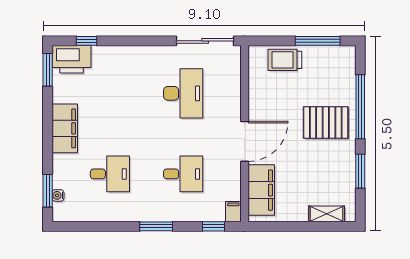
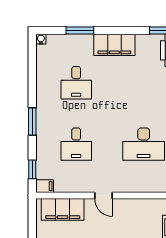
door: (245, 141) -> (104, 195), width x0.53
window: (48, 191) -> (80, 31), moved
water cooler: (58, 195) -> (41, 39), moved

